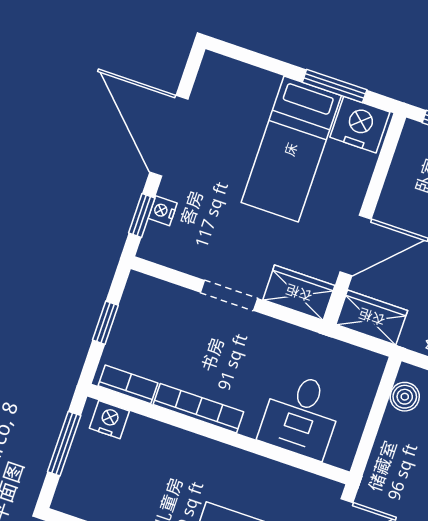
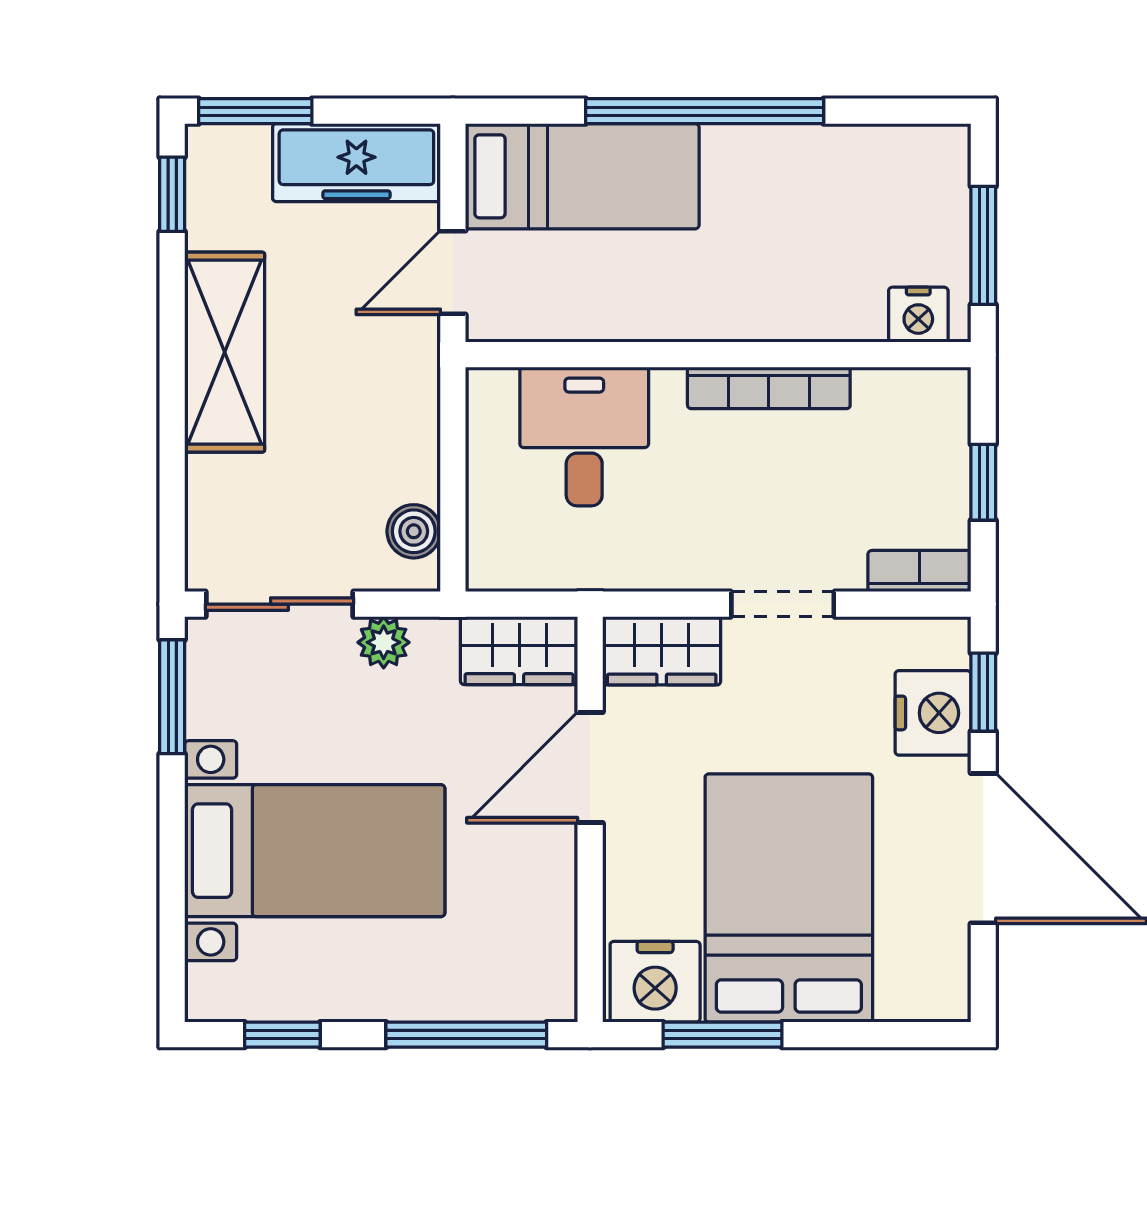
bed: (291, 149) -> (789, 898), width x1.50
nightstand: (163, 211) -> (933, 713), width x1.89, depth x1.79
bookcase: (128, 384) -> (919, 571), moved, turned 180

